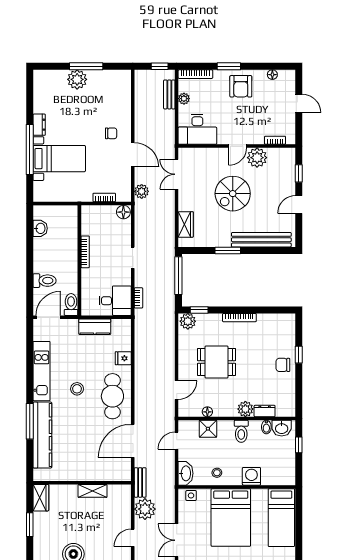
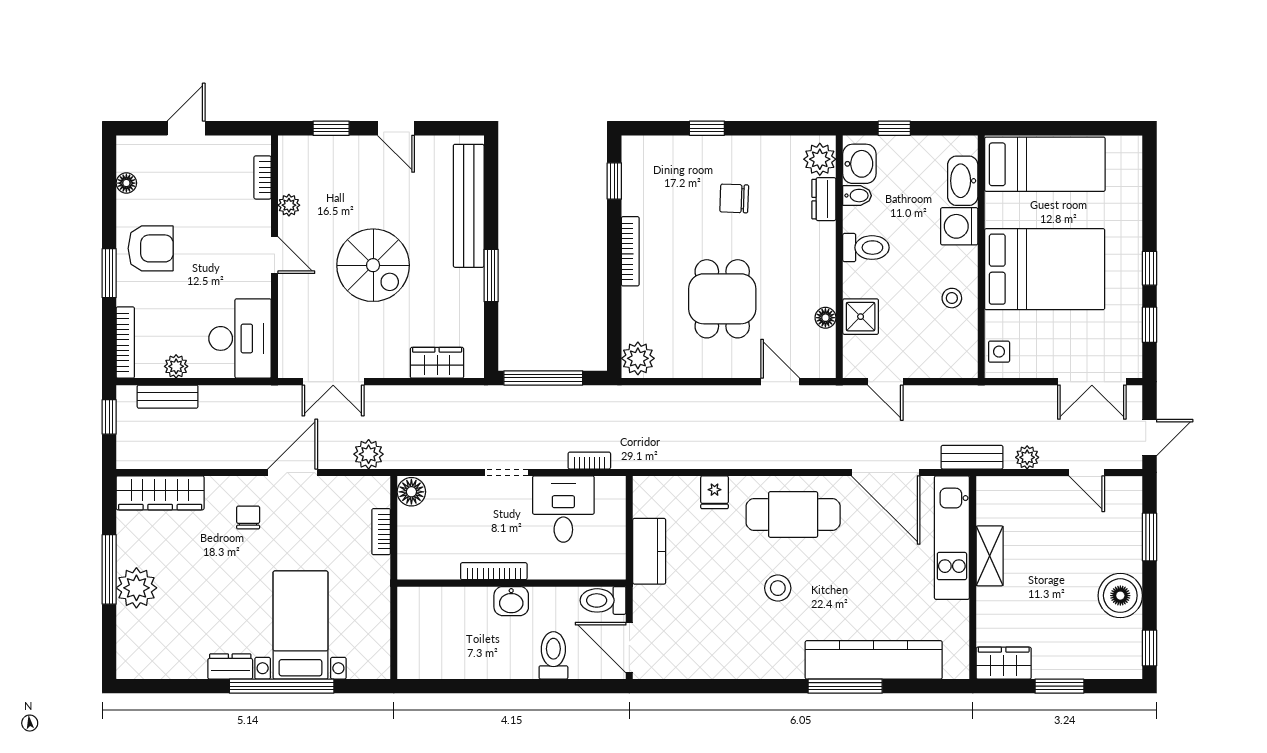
wardrobe: (123, 91) -> (160, 493), added
plant: (257, 158) -> (289, 205), width x0.53, depth x0.53
washbasin: (40, 228) -> (511, 601), moved, turned 180
desk: (115, 301) -> (563, 509), moved
window: (199, 310) -> (614, 181), moved
chair: (283, 365) -> (734, 198), moved, turned 92
kitchen unit: (42, 371) -> (952, 538), moved, turned -90
plant: (245, 409) -> (820, 159), moved
washbasin: (185, 473) -> (963, 181), moved, turned -90
plant: (145, 509) -> (1027, 457), width x0.53, depth x0.53

